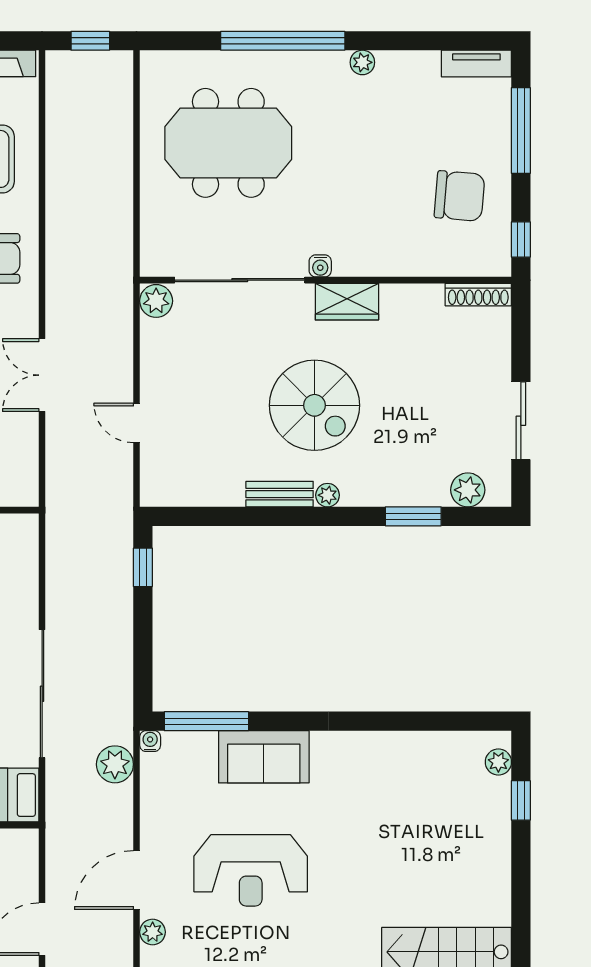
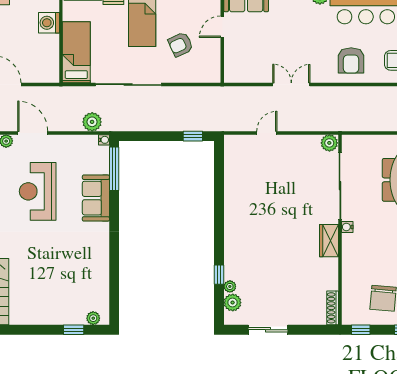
spiral stairs: (314, 405) -> (276, 224), removed
bench: (280, 494) -> (230, 206), removed
plant: (328, 495) -> (230, 286), moved
window: (413, 516) -> (219, 275), width x0.67

